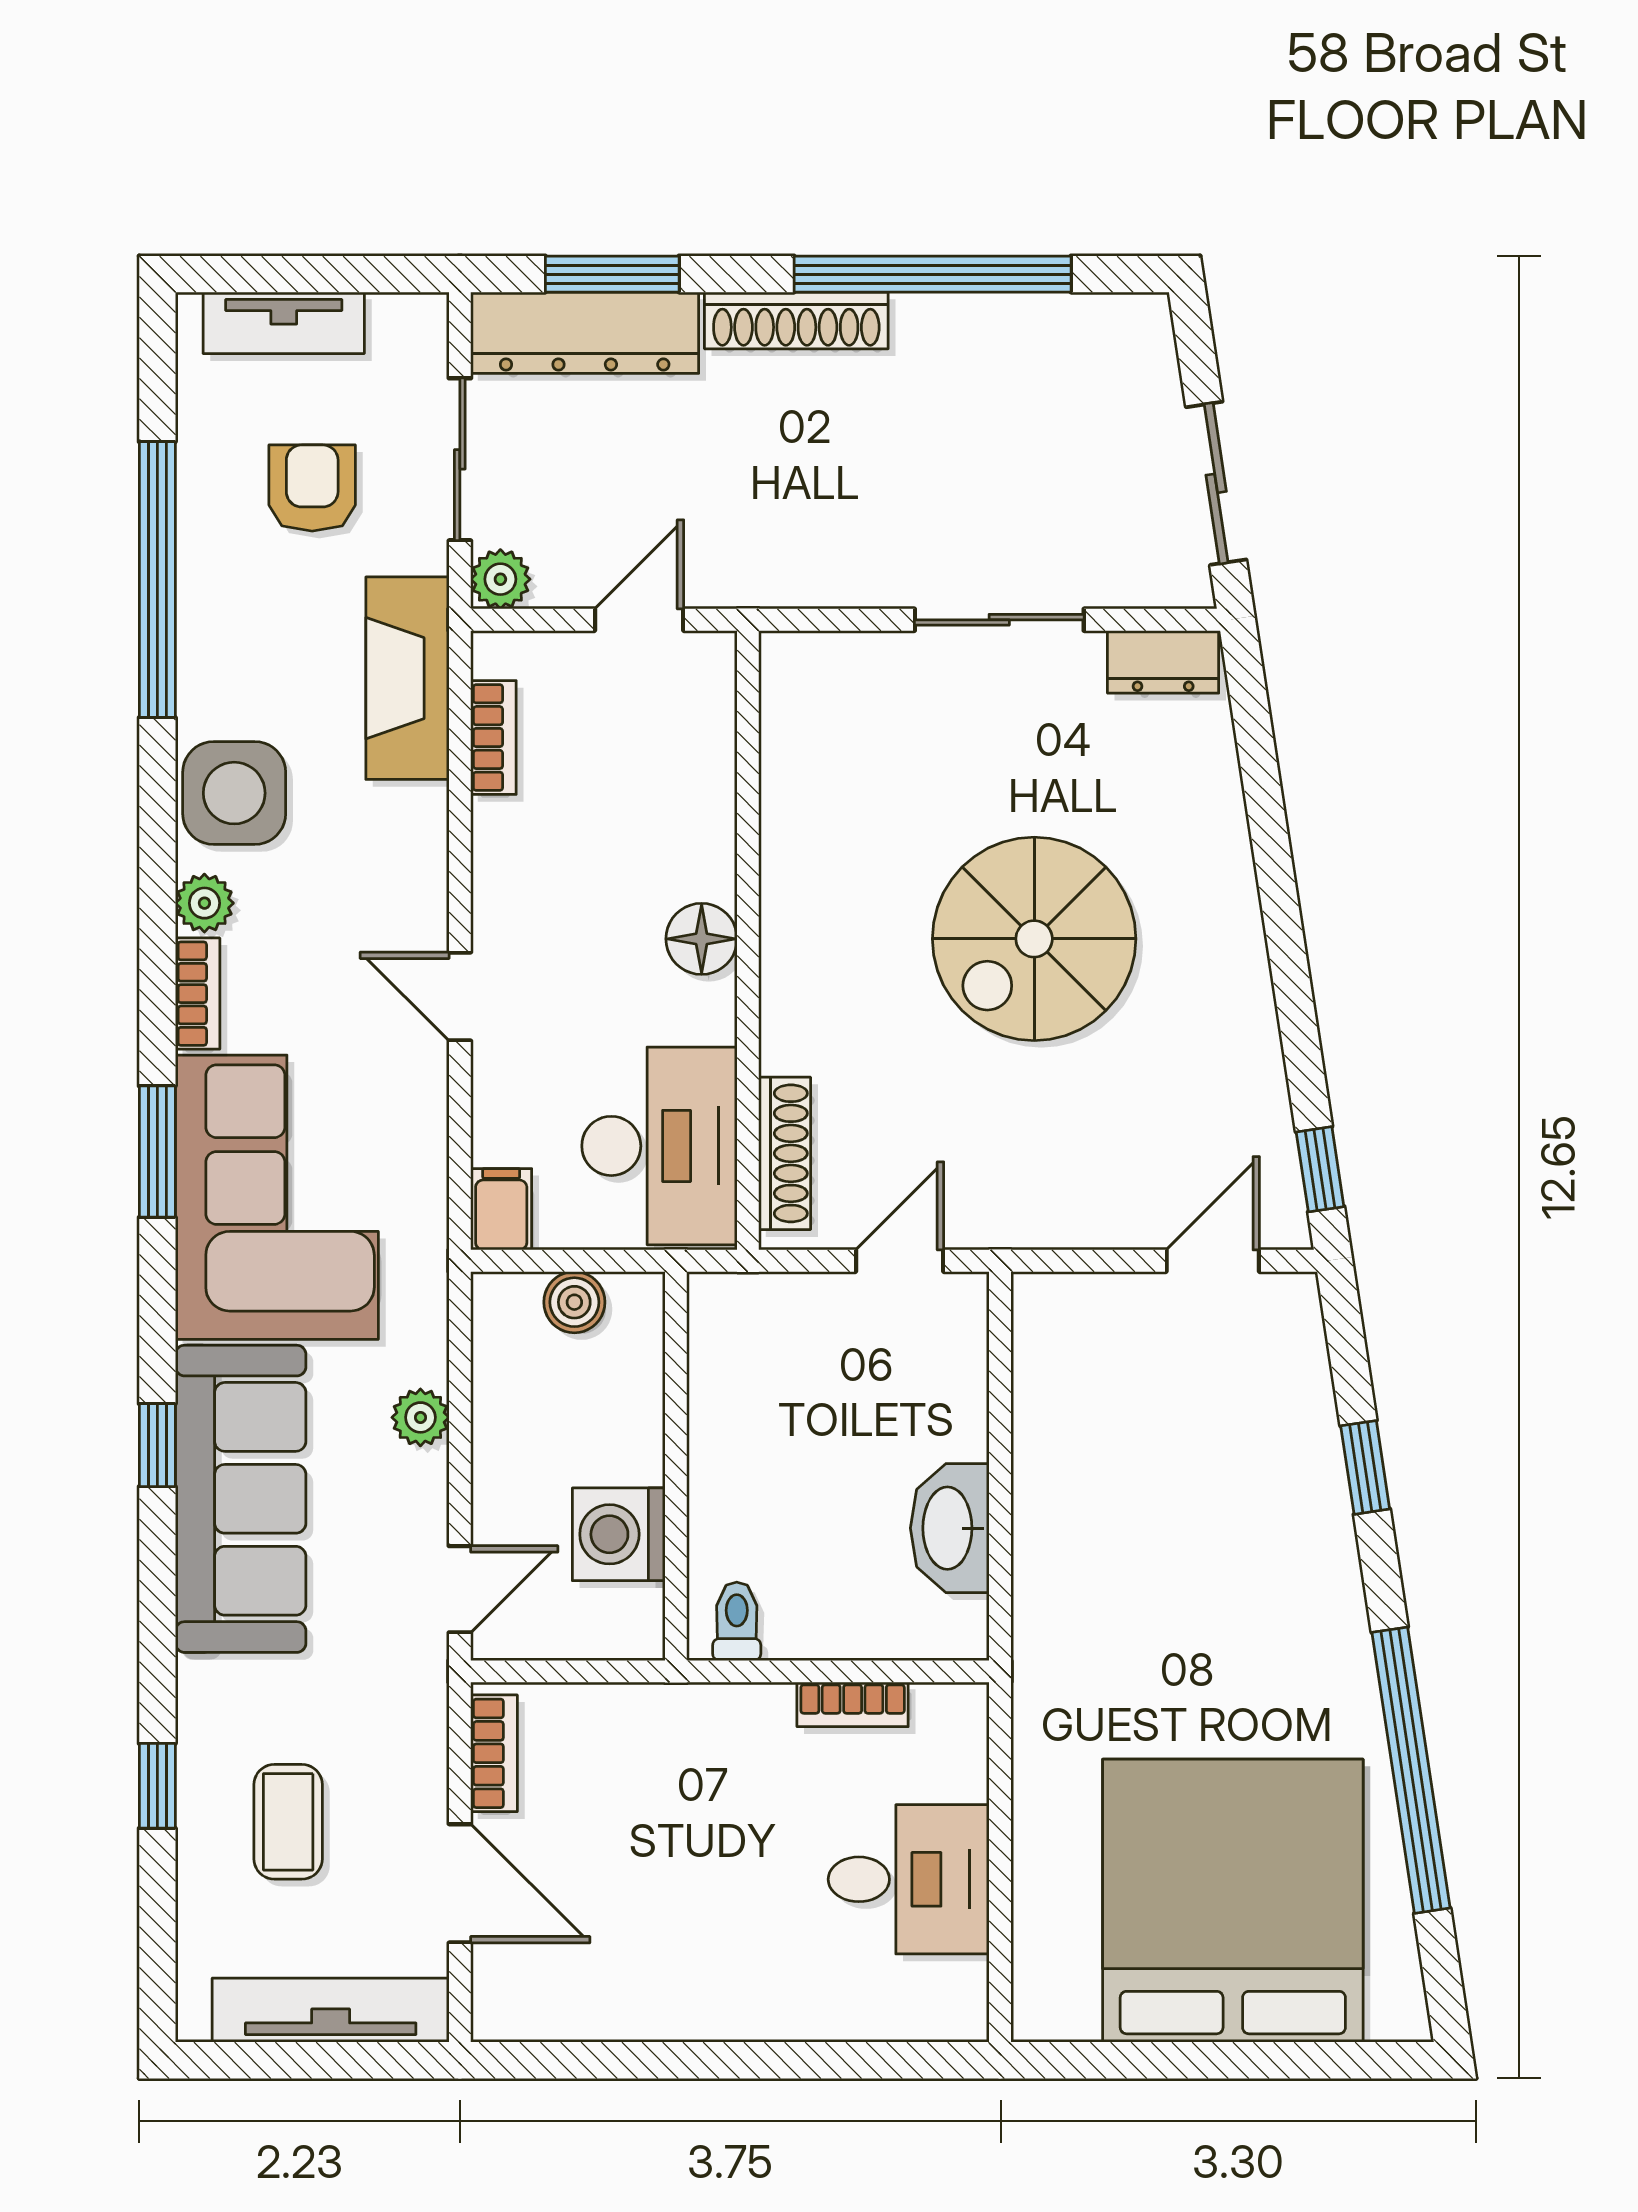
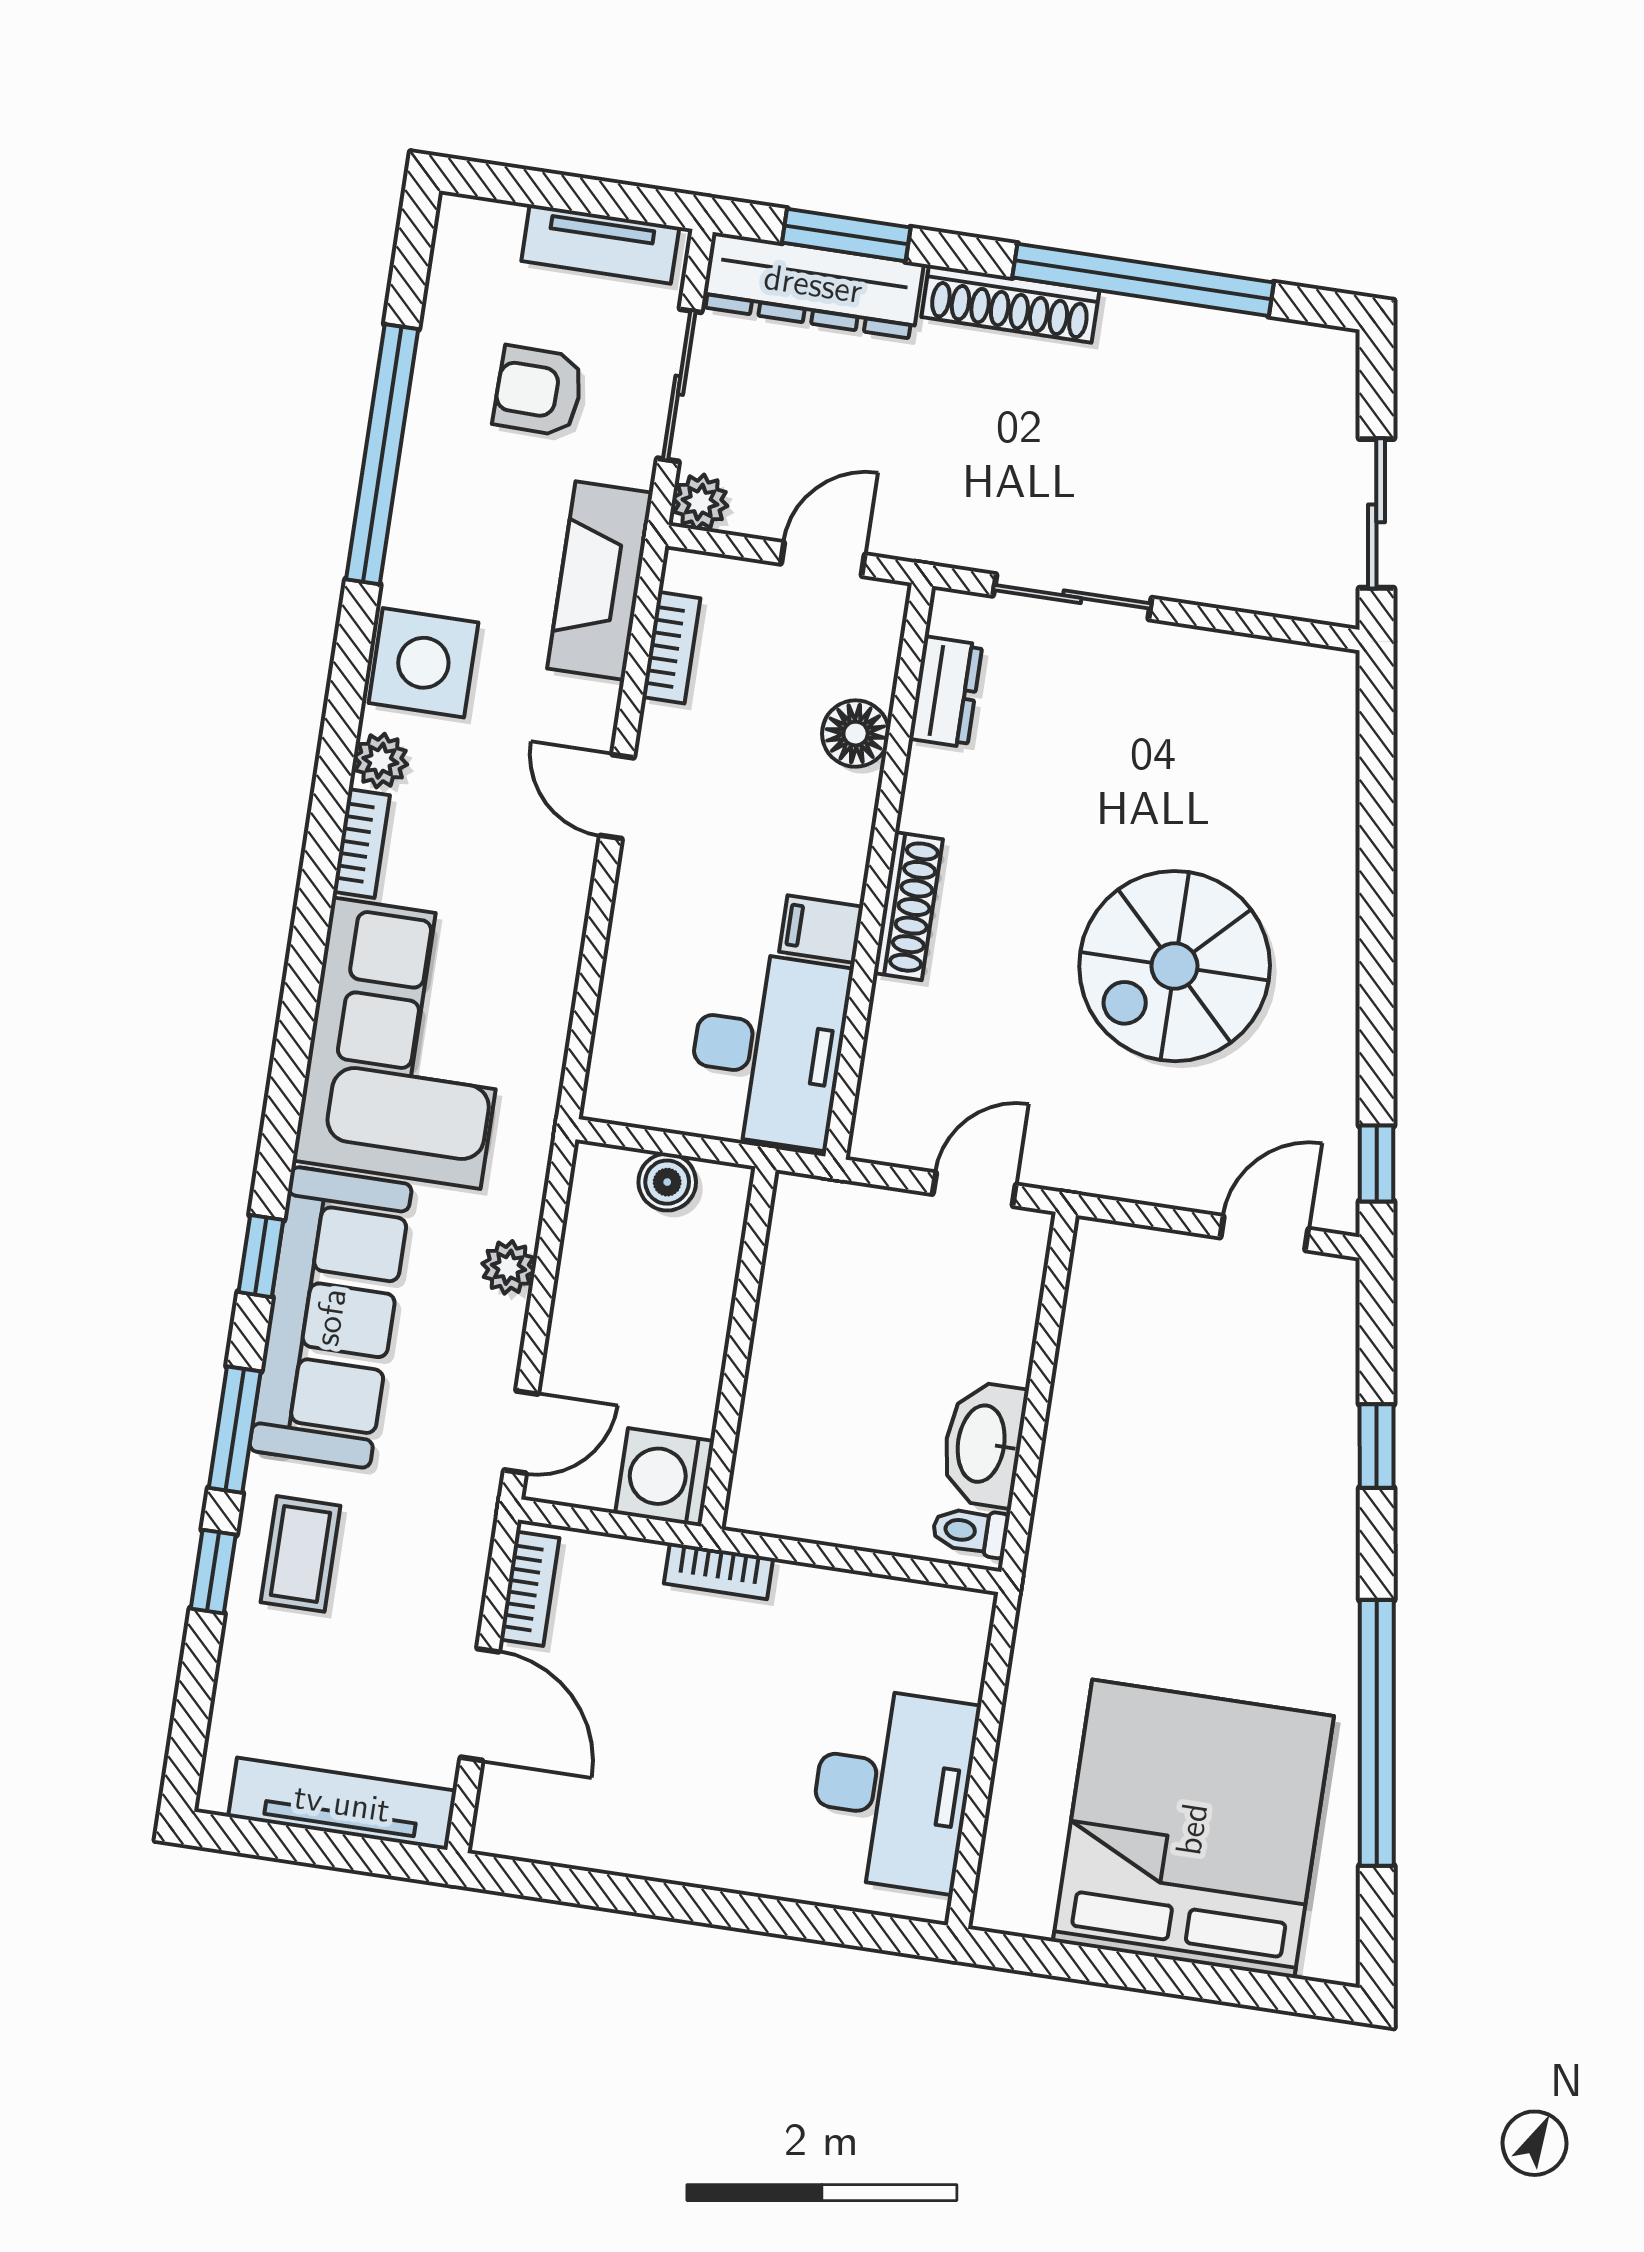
tv unit: (284, 323) -> (600, 244), moved
armchair: (312, 488) -> (538, 391), turned -89
sliding door: (999, 620) -> (1072, 597), moved
dresser: (1163, 662) -> (946, 692), moved, turned -90
floor lamp: (702, 939) -> (856, 734), moved
spiral stairs: (1034, 939) -> (1175, 966), moved
door: (460, 997) -> (617, 797), moved
window: (157, 1152) -> (235, 1430), moved
shoe rack: (785, 1153) -> (908, 906), moved
filing cabinet: (501, 1209) -> (821, 929), moved, turned -90
washing machine: (619, 1534) -> (665, 1477), moved
toilet: (737, 1621) -> (970, 1531), moved, turned -90
bookcase: (853, 1704) -> (718, 1571), moved
coffee table: (288, 1822) -> (301, 1554), moved
desk: (909, 1879) -> (892, 1789), width x1.37

